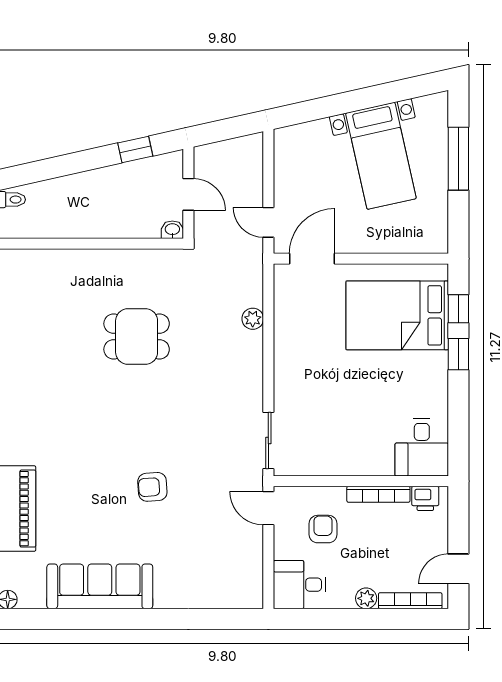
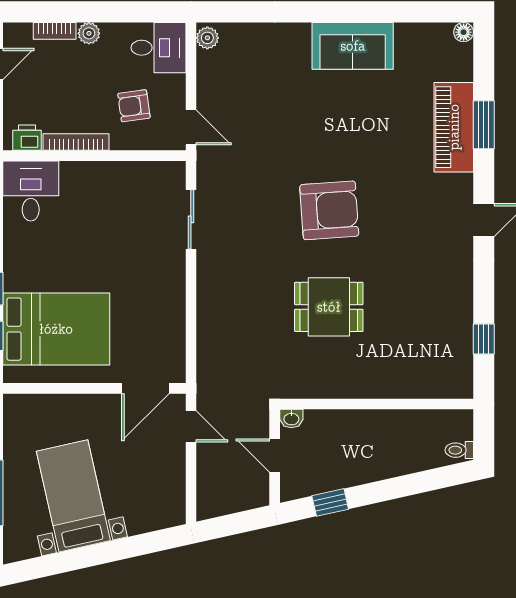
plant: (253, 319) -> (207, 38), moved
sliding door: (268, 441) -> (191, 219), moved
armchair: (152, 487) -> (329, 210), moved, width x1.88, depth x1.88
armchair: (323, 529) -> (134, 106), turned 82
sofa: (100, 586) -> (353, 46), width x0.73
bookcase: (410, 601) -> (55, 31), width x0.64

